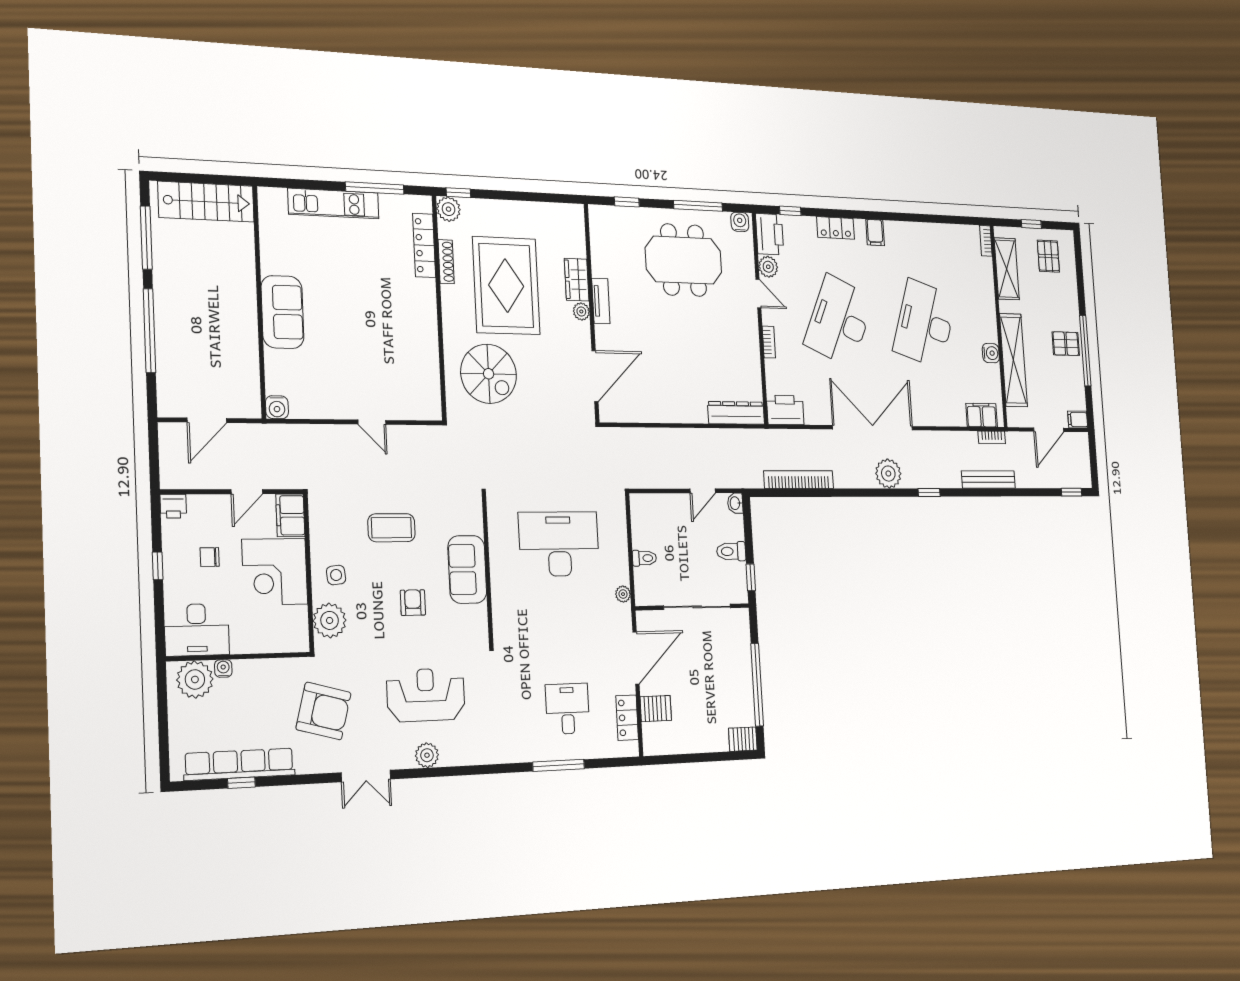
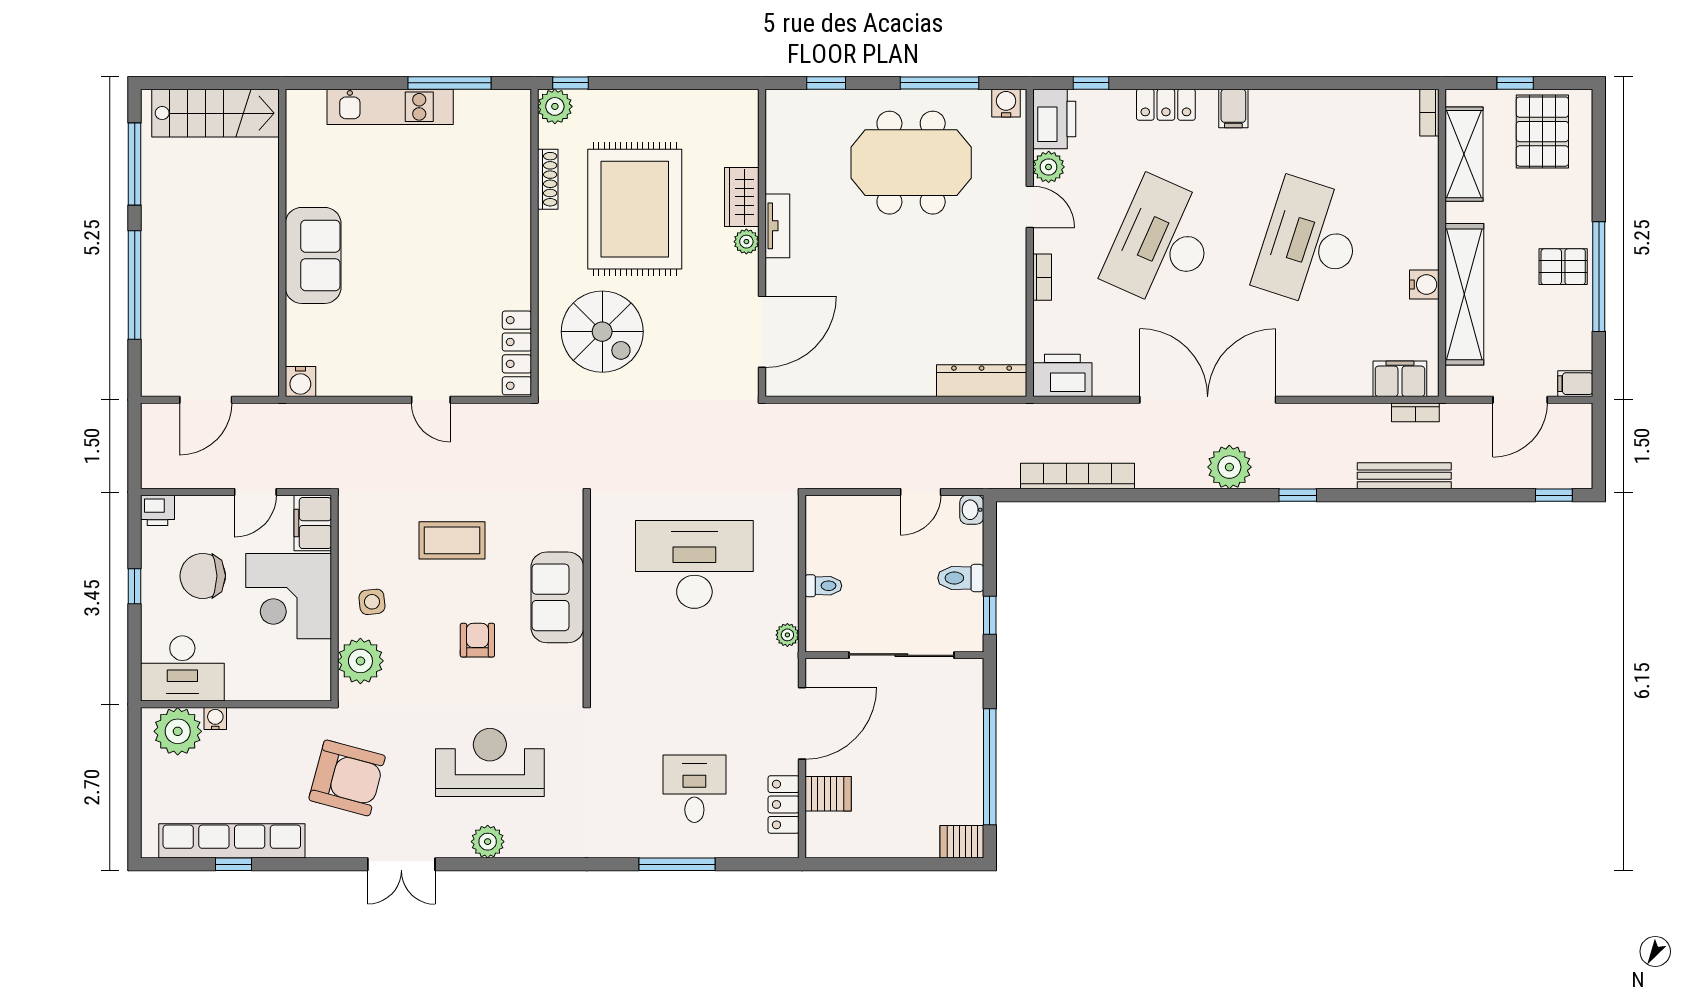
locker: (424, 245) -> (517, 353), moved
pallet: (1048, 256) -> (1542, 132), width x1.50, depth x1.42
chair: (210, 557) -> (203, 576), width x1.87, depth x1.87

